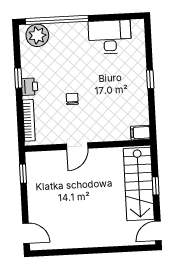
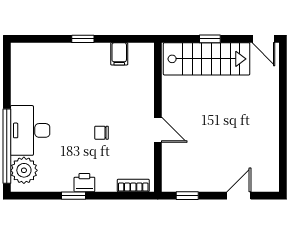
desk: (110, 37) -> (30, 130), moved
bookcase: (29, 120) -> (133, 186), width x0.64
filing cabinet: (140, 133) -> (119, 54), moved
door: (26, 233) -> (239, 196), moved

